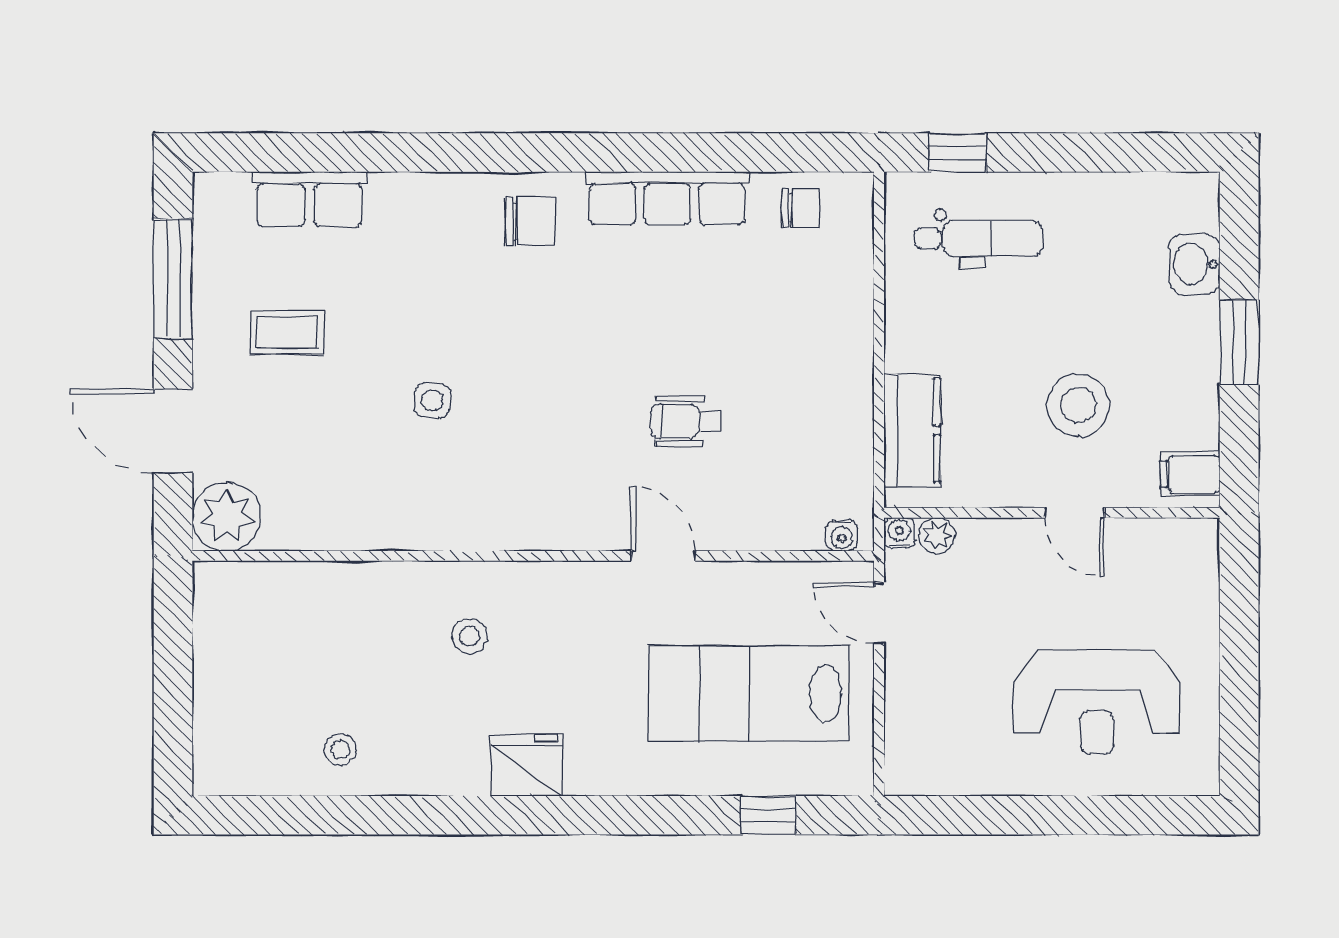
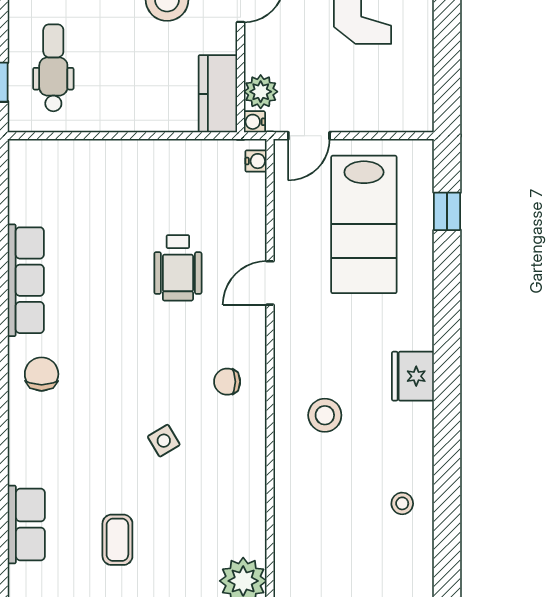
chair: (801, 208) -> (227, 382), moved, turned -90
side table: (432, 400) -> (164, 441), turned -38
wheelchair: (685, 421) -> (178, 268), width x1.36, depth x1.37
kitchen counter: (912, 430) -> (218, 94), moved, turned -90
plant: (937, 535) -> (261, 92), width x1.38, depth x1.38
stool: (470, 636) -> (325, 415), width x1.37, depth x1.37

